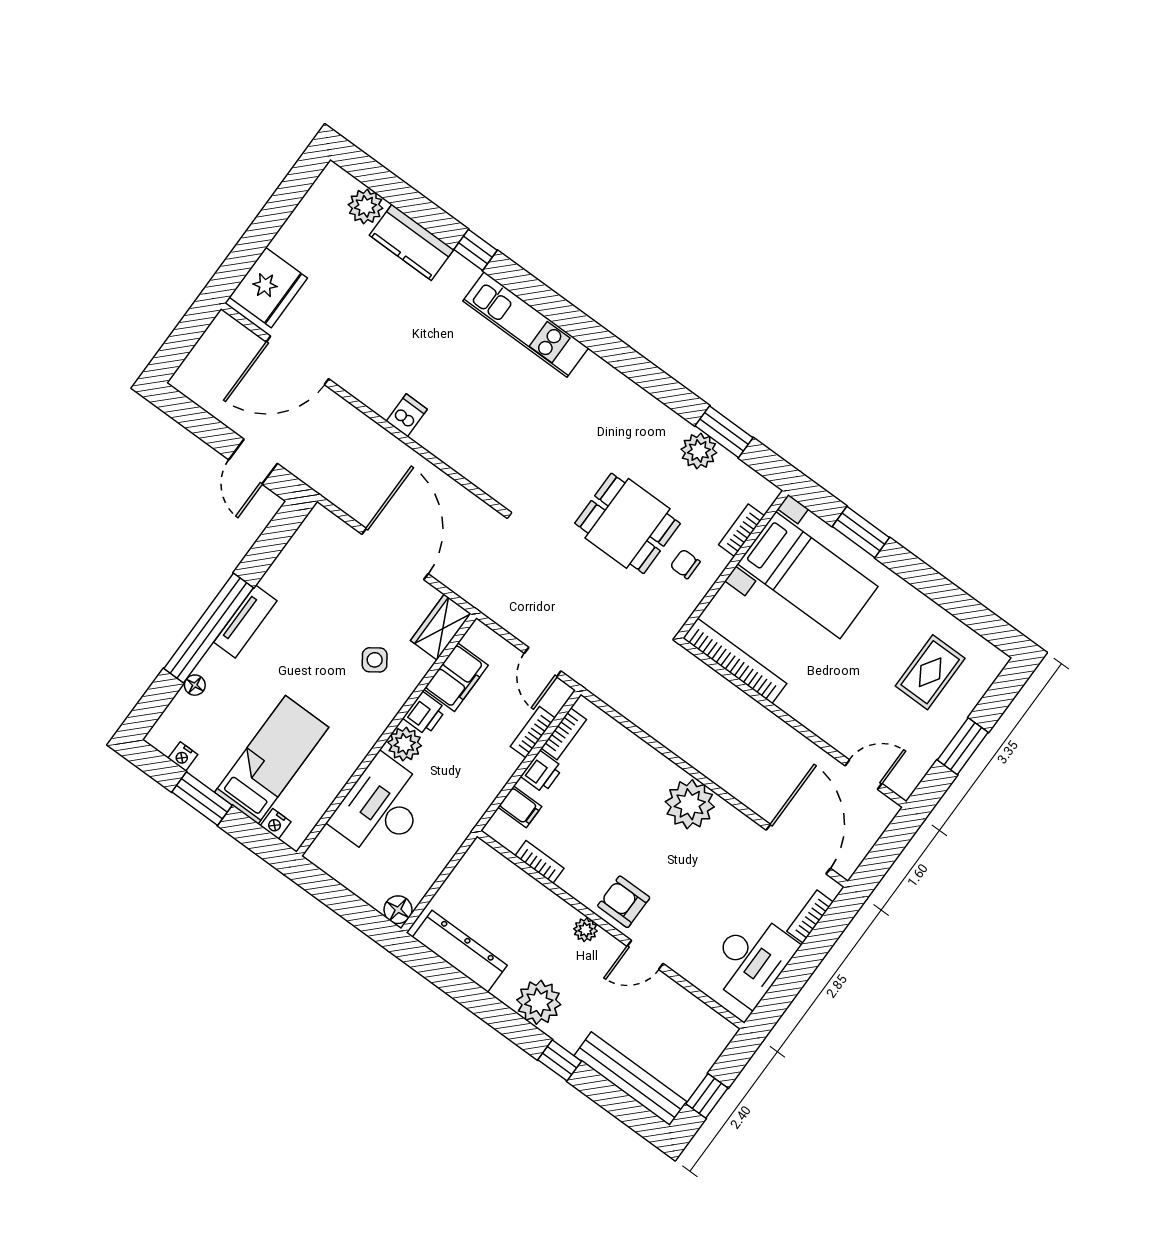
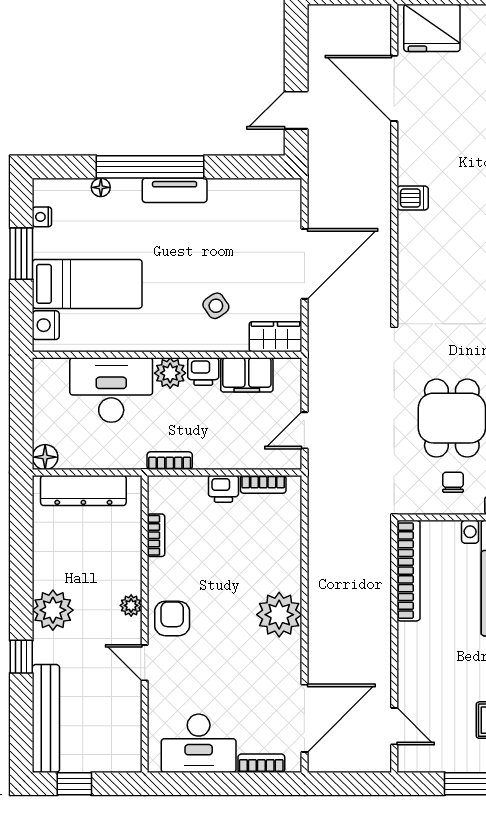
bookcase: (533, 732) -> (170, 461), moved
filing cabinet: (520, 807) -> (186, 491), removed
nightstand: (276, 824) -> (46, 325), width x1.39, depth x1.35
dresser: (460, 951) -> (83, 491), moved, turned 90

